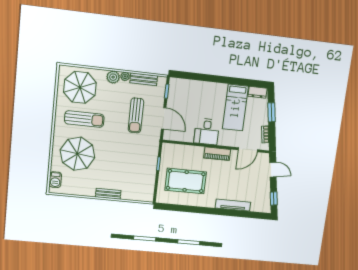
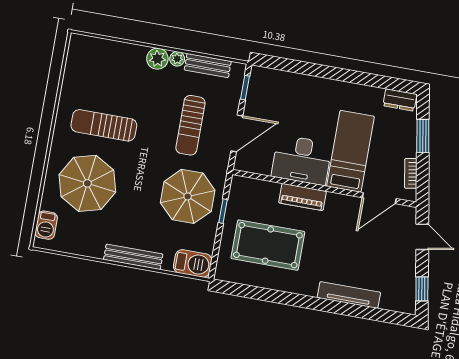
parasol: (80, 87) -> (188, 196), moved
bed: (235, 108) -> (351, 151), moved, turned 180
door: (164, 118) -> (237, 133), hinge flipped
sun lounger: (84, 119) -> (104, 125), turned 180
desk: (207, 132) -> (302, 160), width x1.37
piano: (217, 154) -> (303, 197), moved
bench: (108, 194) -> (133, 257), width x1.36
barbecue: (143, 195) -> (193, 263), added

